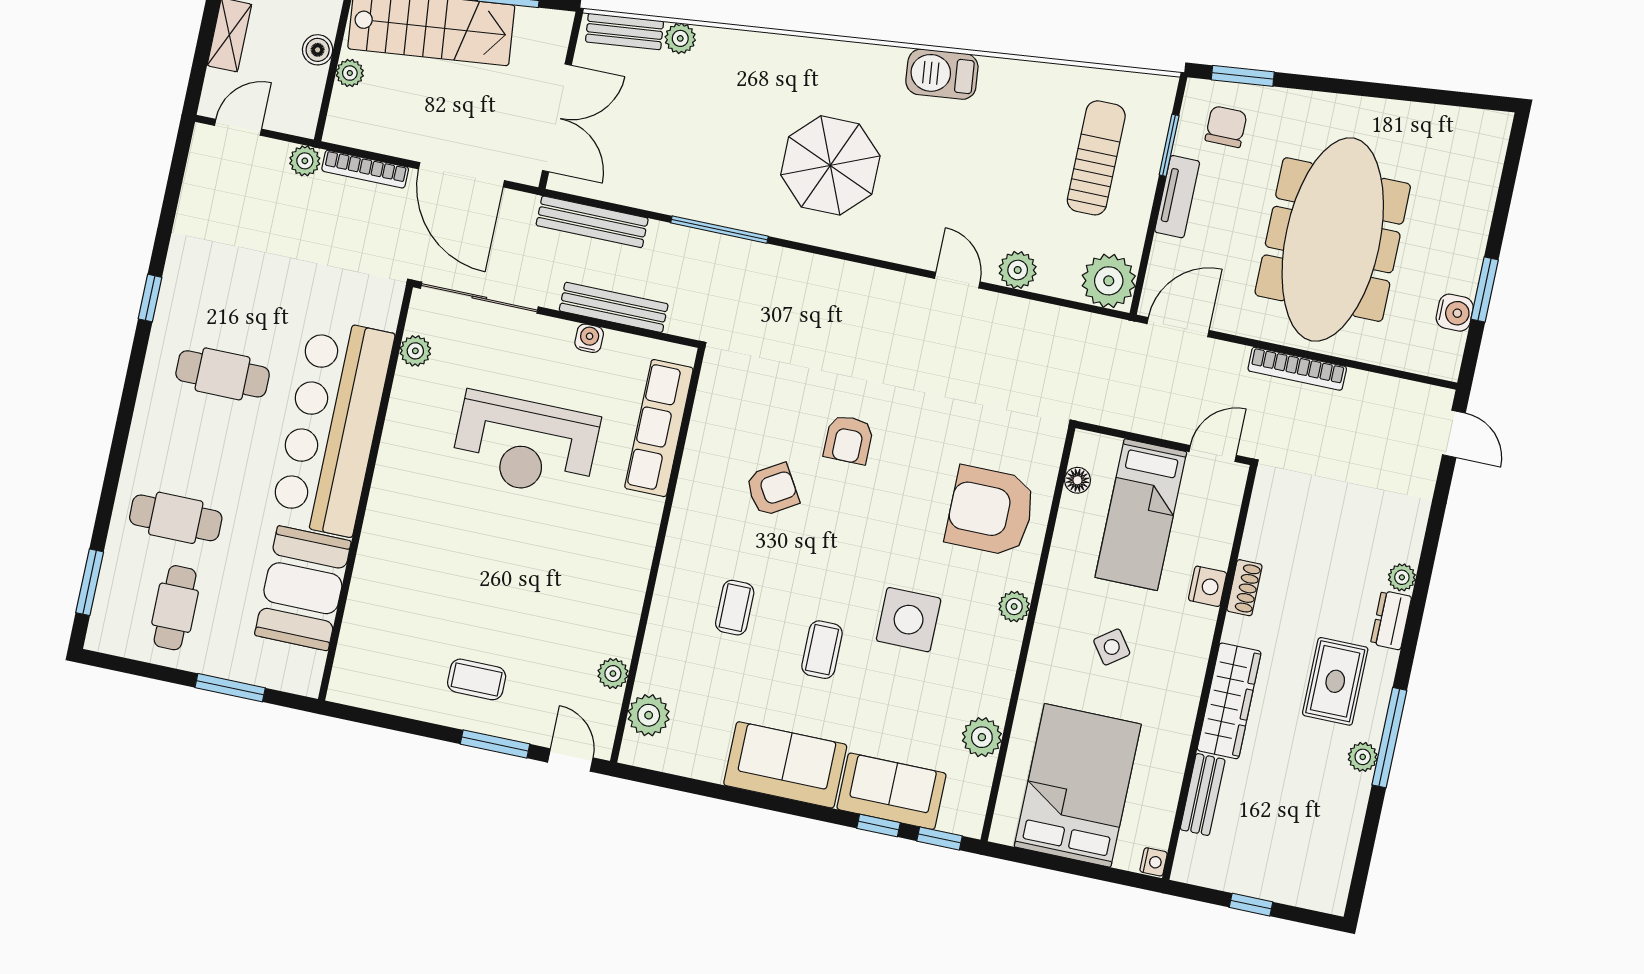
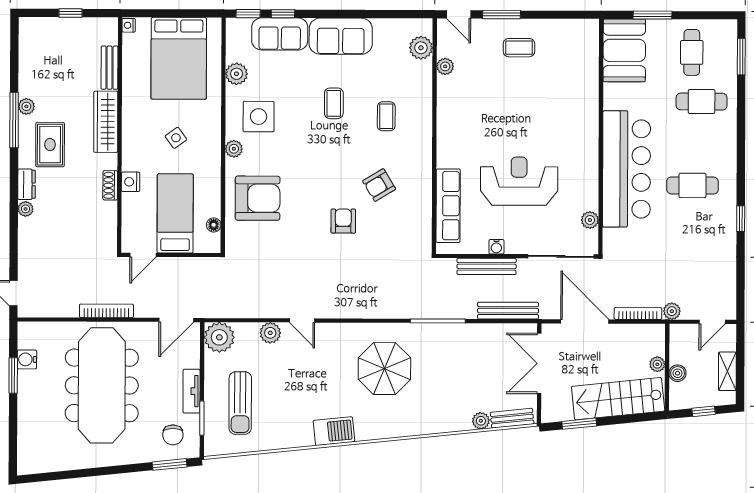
booth: (303, 588) -> (624, 50), moved
side table: (909, 620) -> (259, 117), moved

